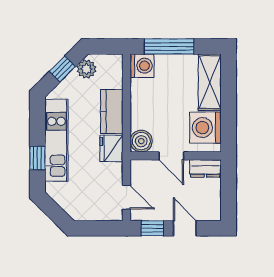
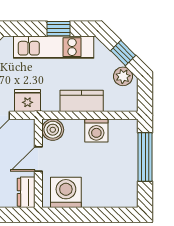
washing machine: (142, 66) -> (96, 131), moved
shelving: (210, 82) -> (110, 196), removed
fridge: (111, 148) -> (28, 101), moved
window: (37, 158) -> (59, 29), moved

